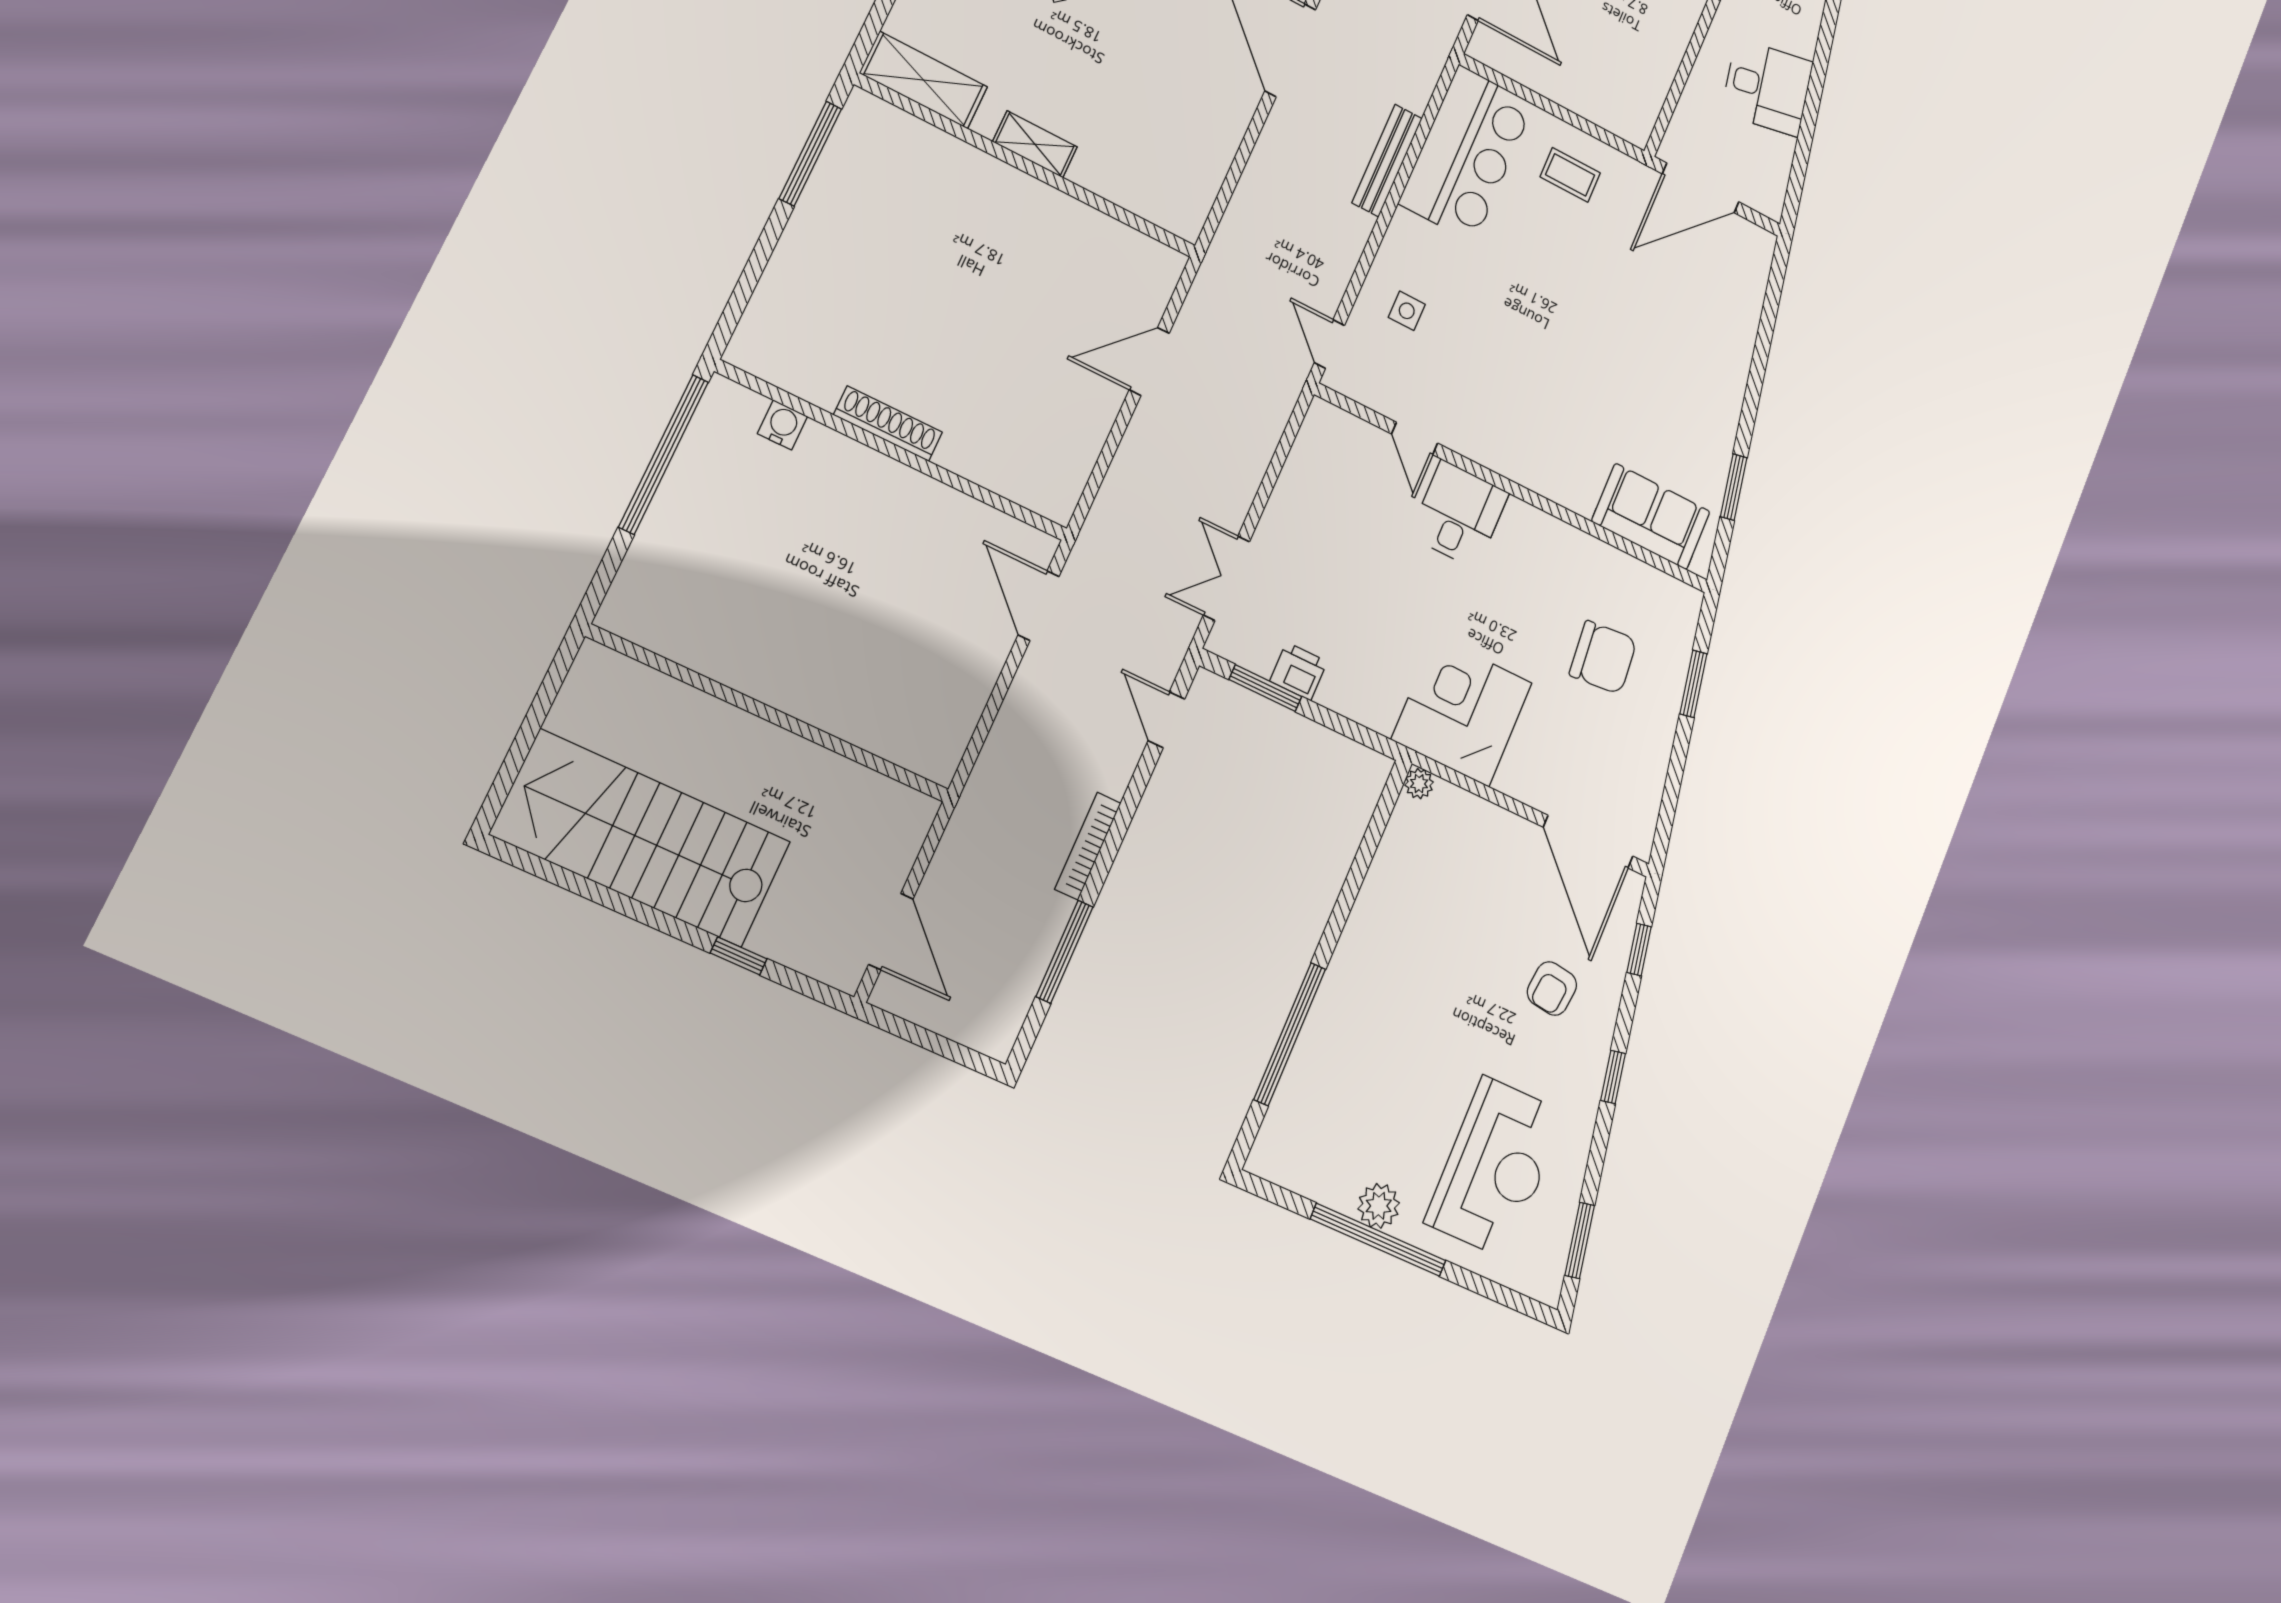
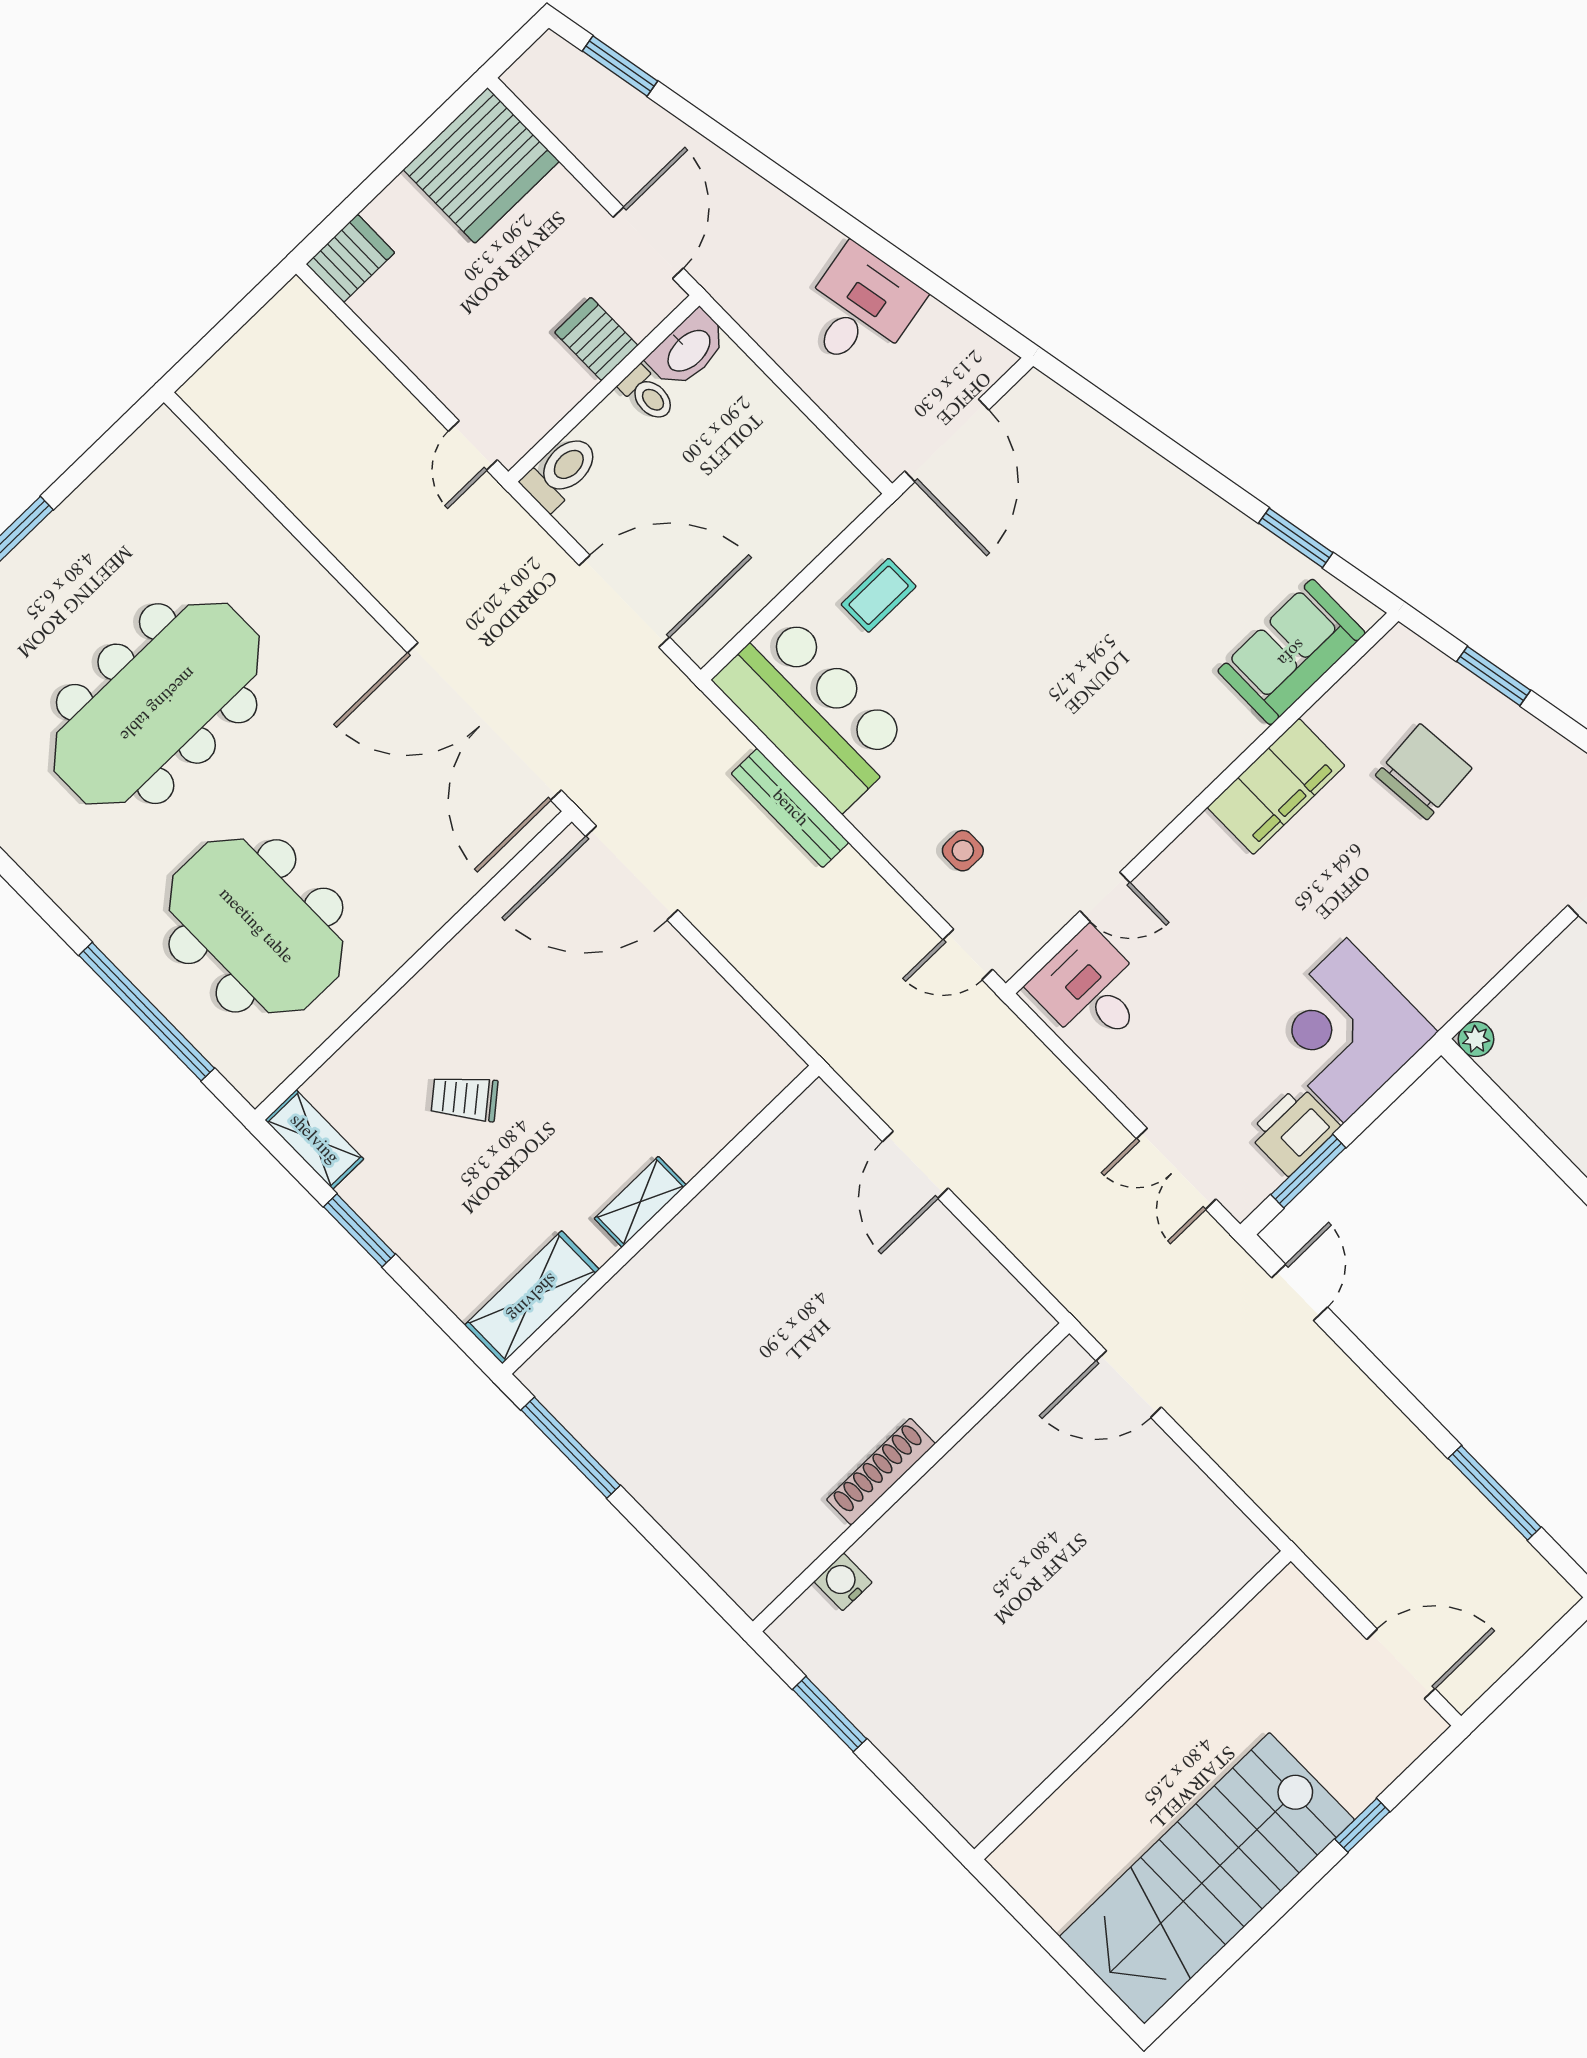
window: (664, 454) -> (830, 1714), width x0.47
desk: (1459, 515) -> (1091, 990), moved
filing cabinet: (1548, 544) -> (1276, 786), added
printer: (1298, 671) -> (1294, 1130), width x1.36, depth x1.24
corner desk: (1462, 711) -> (1345, 1030), moved
door: (1166, 720) -> (1300, 1292), swing flipped
bookcase: (1088, 846) -> (1397, 1427), removed

